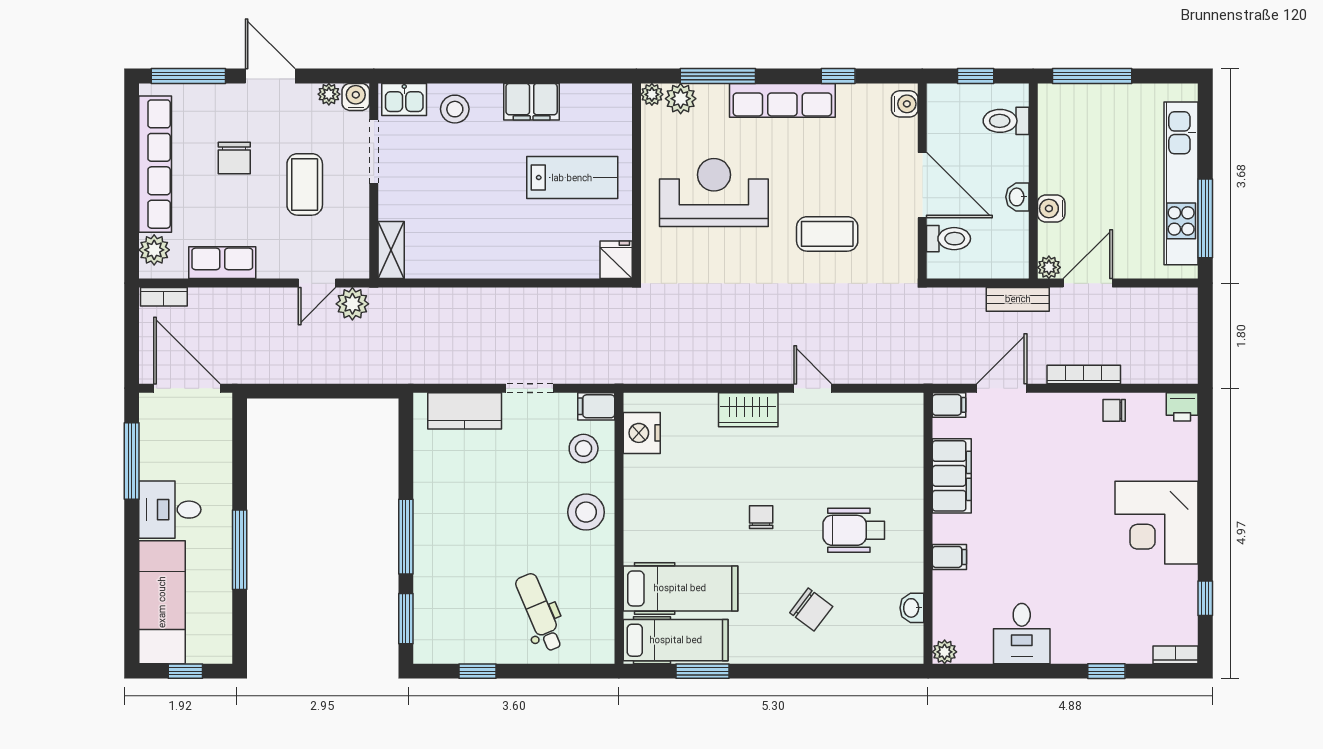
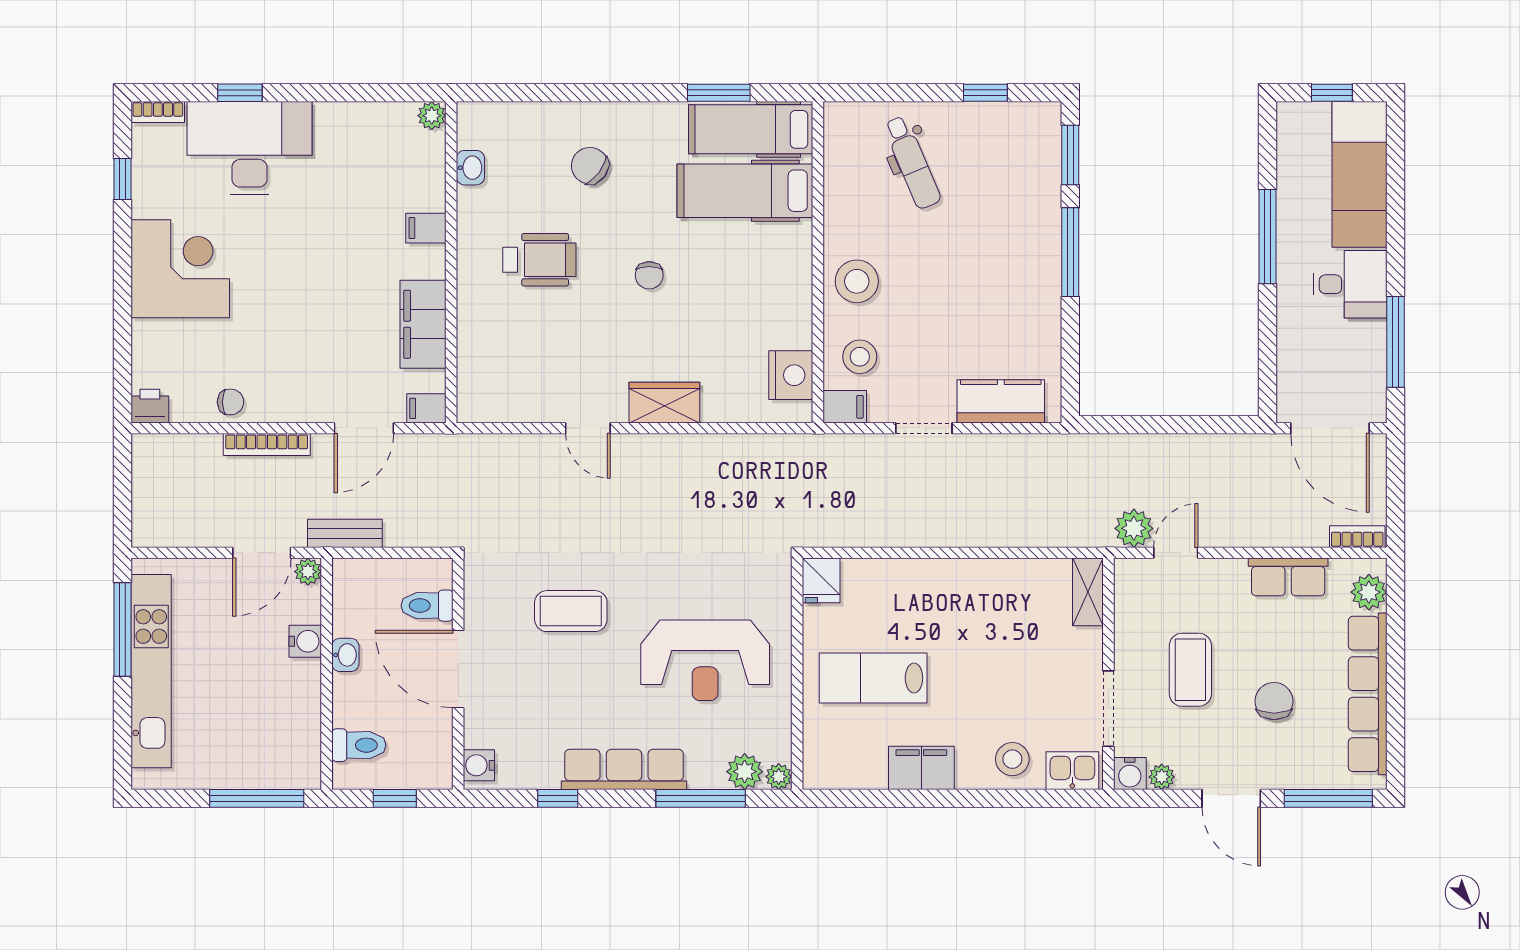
desk: (1022, 634) -> (249, 148), moved, width x1.87, depth x1.30

